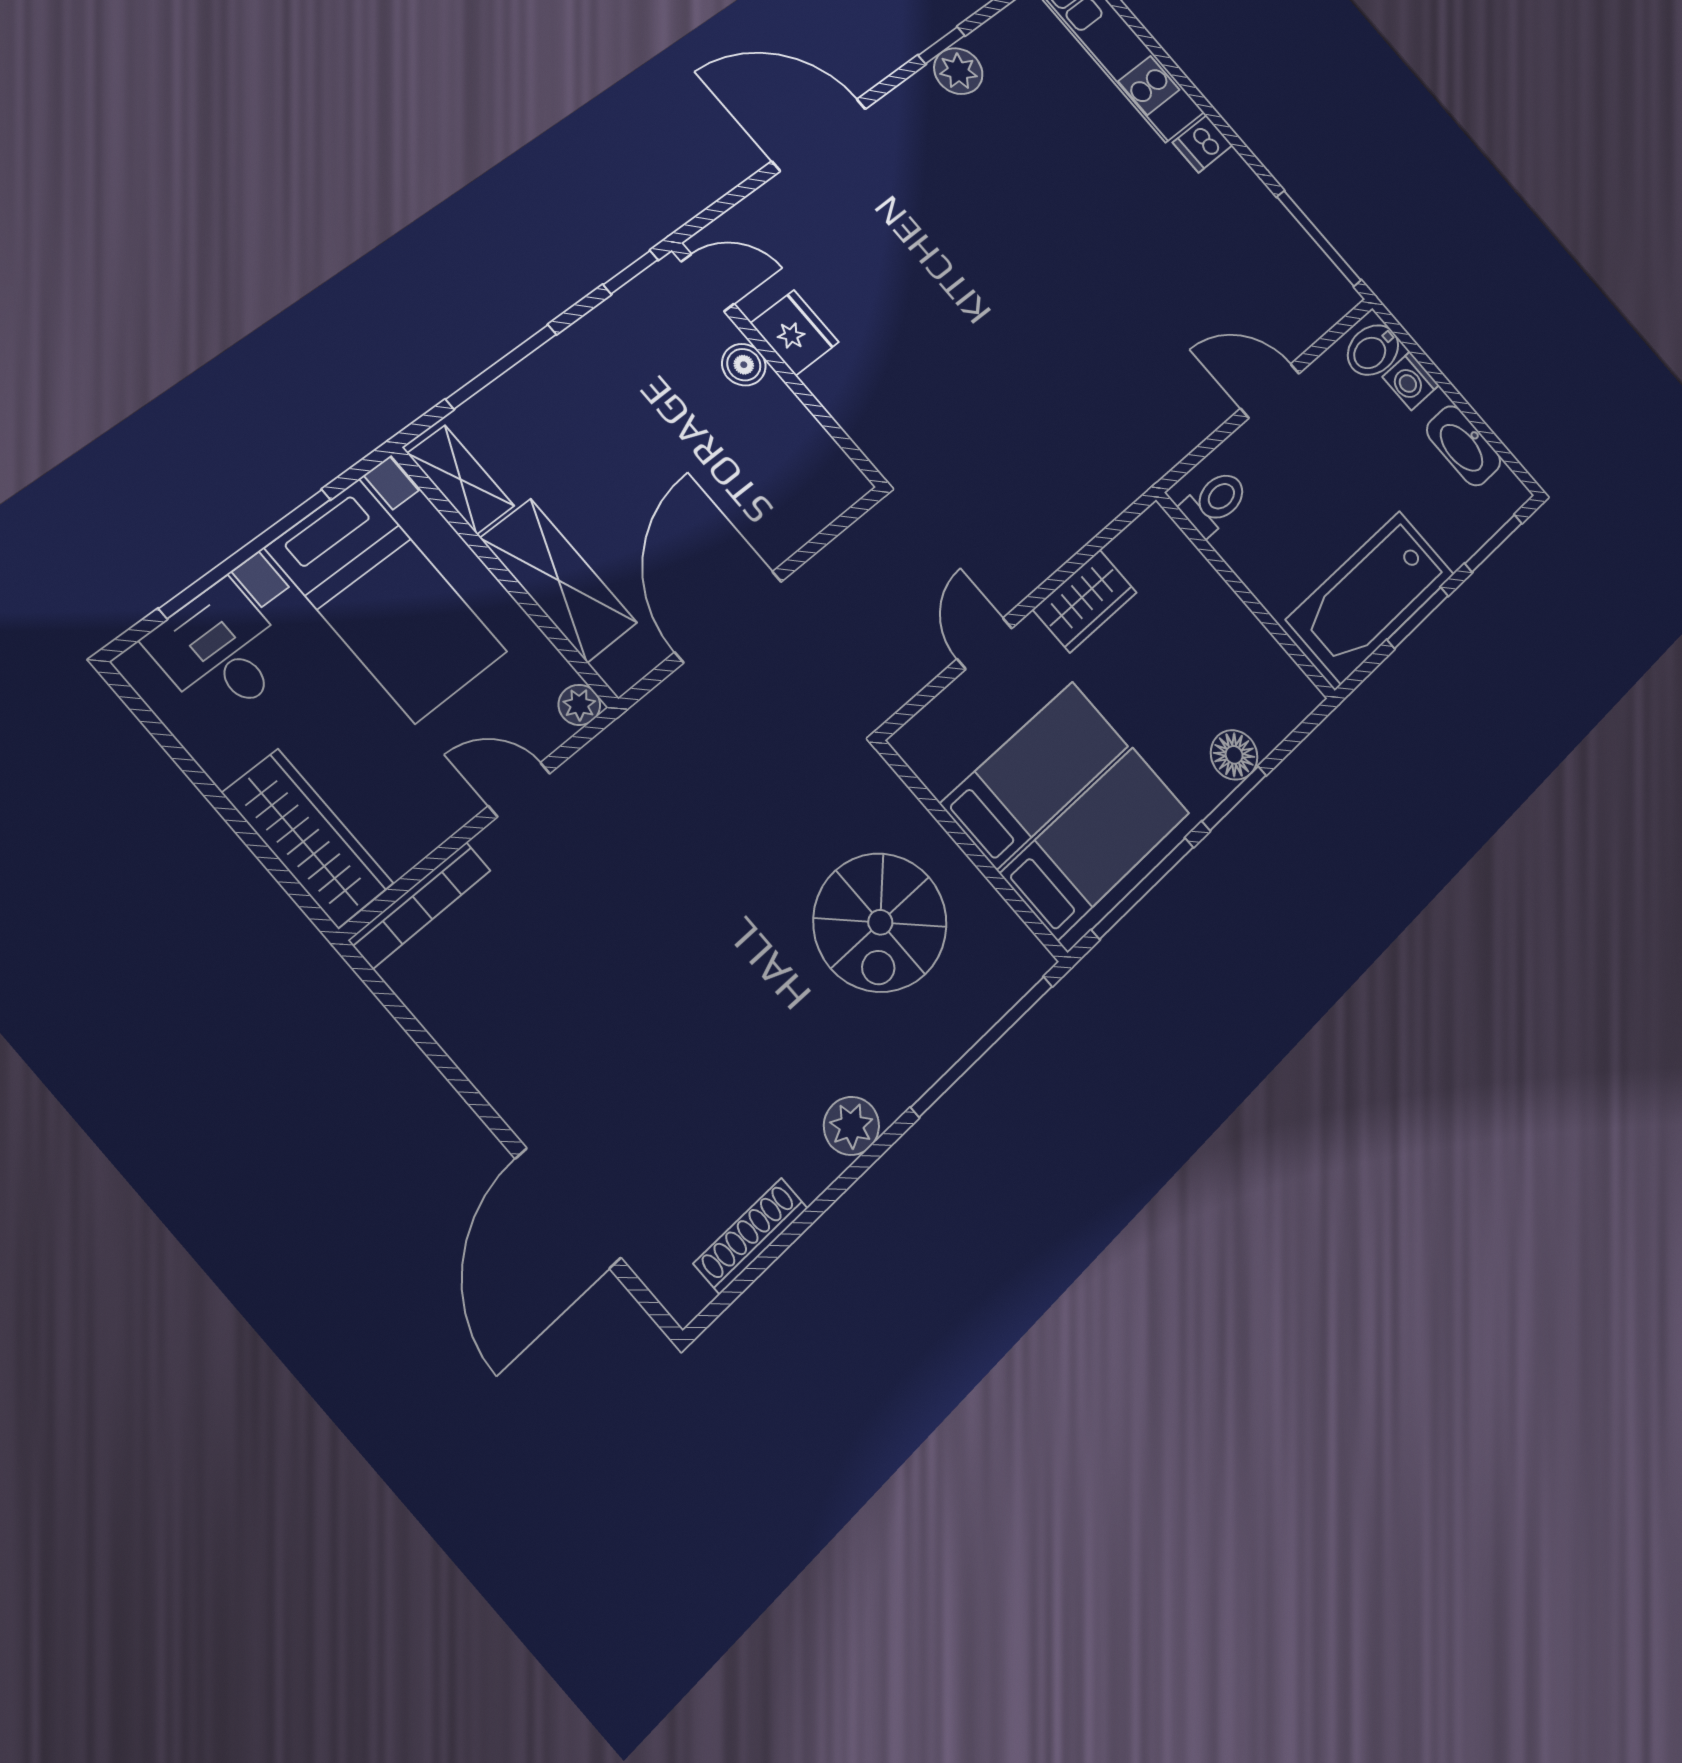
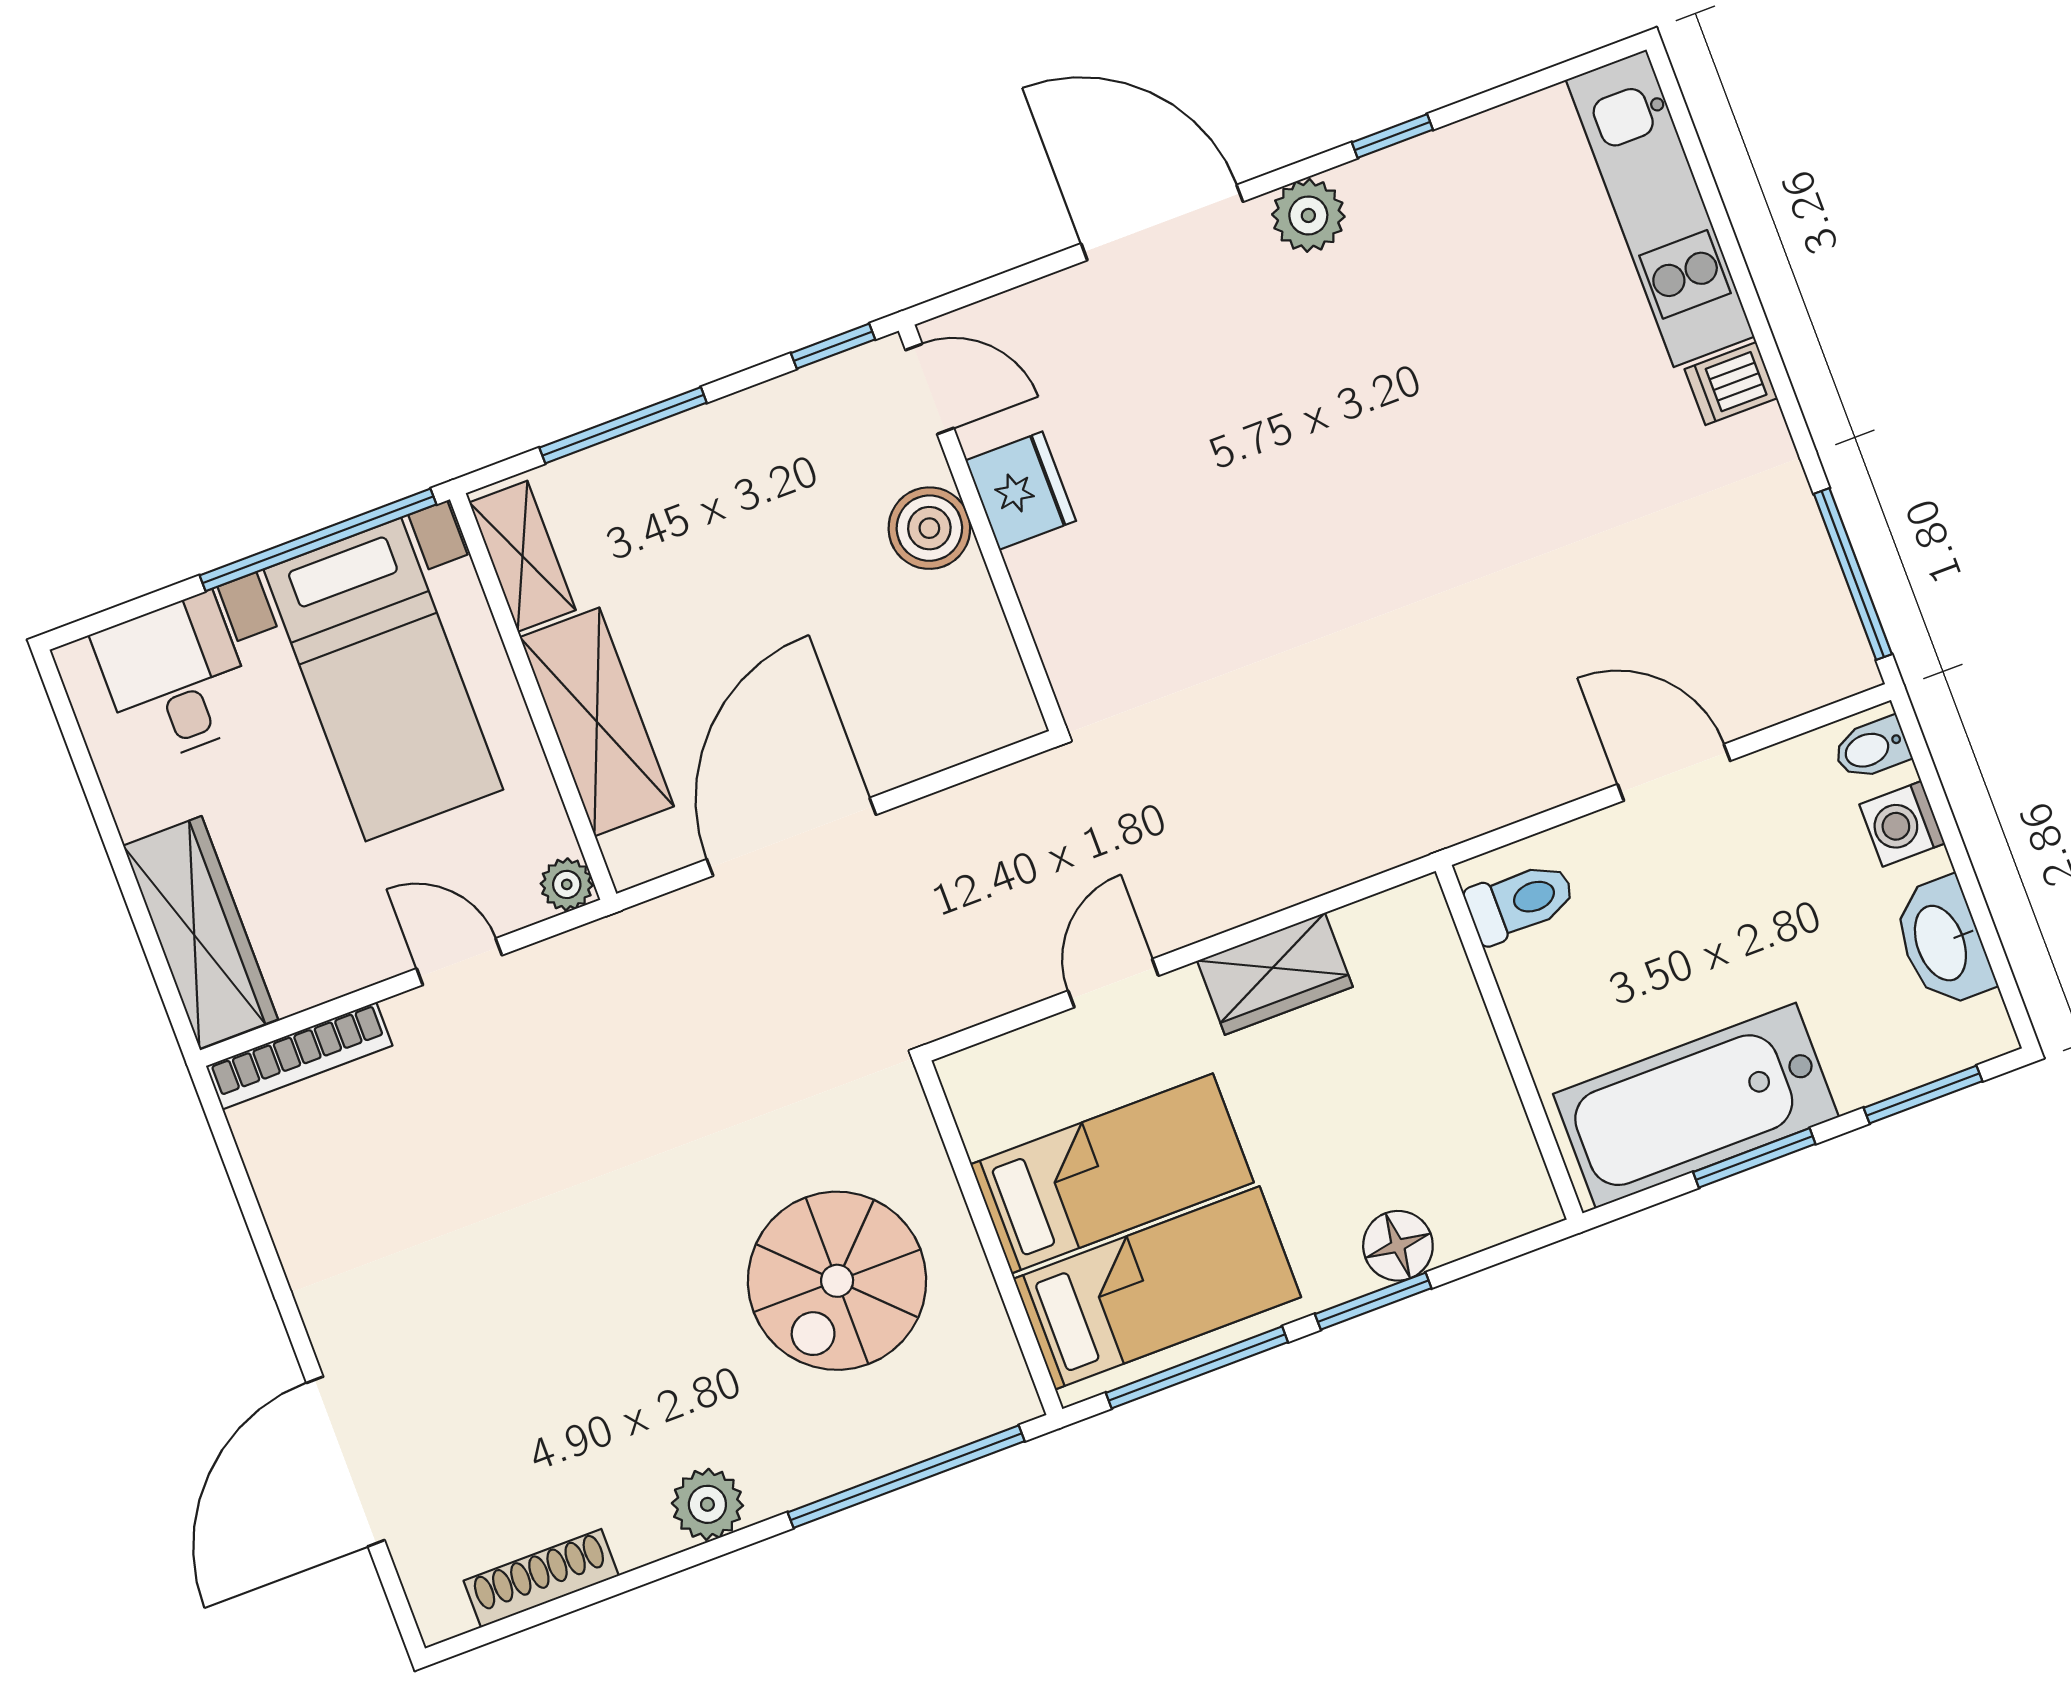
plant: (958, 71) -> (1308, 215), moved
bidet: (1373, 350) -> (1872, 748), width x0.72, depth x0.74
boiler: (744, 365) -> (929, 528), width x1.36, depth x1.36
window: (246, 553) -> (318, 540), moved

